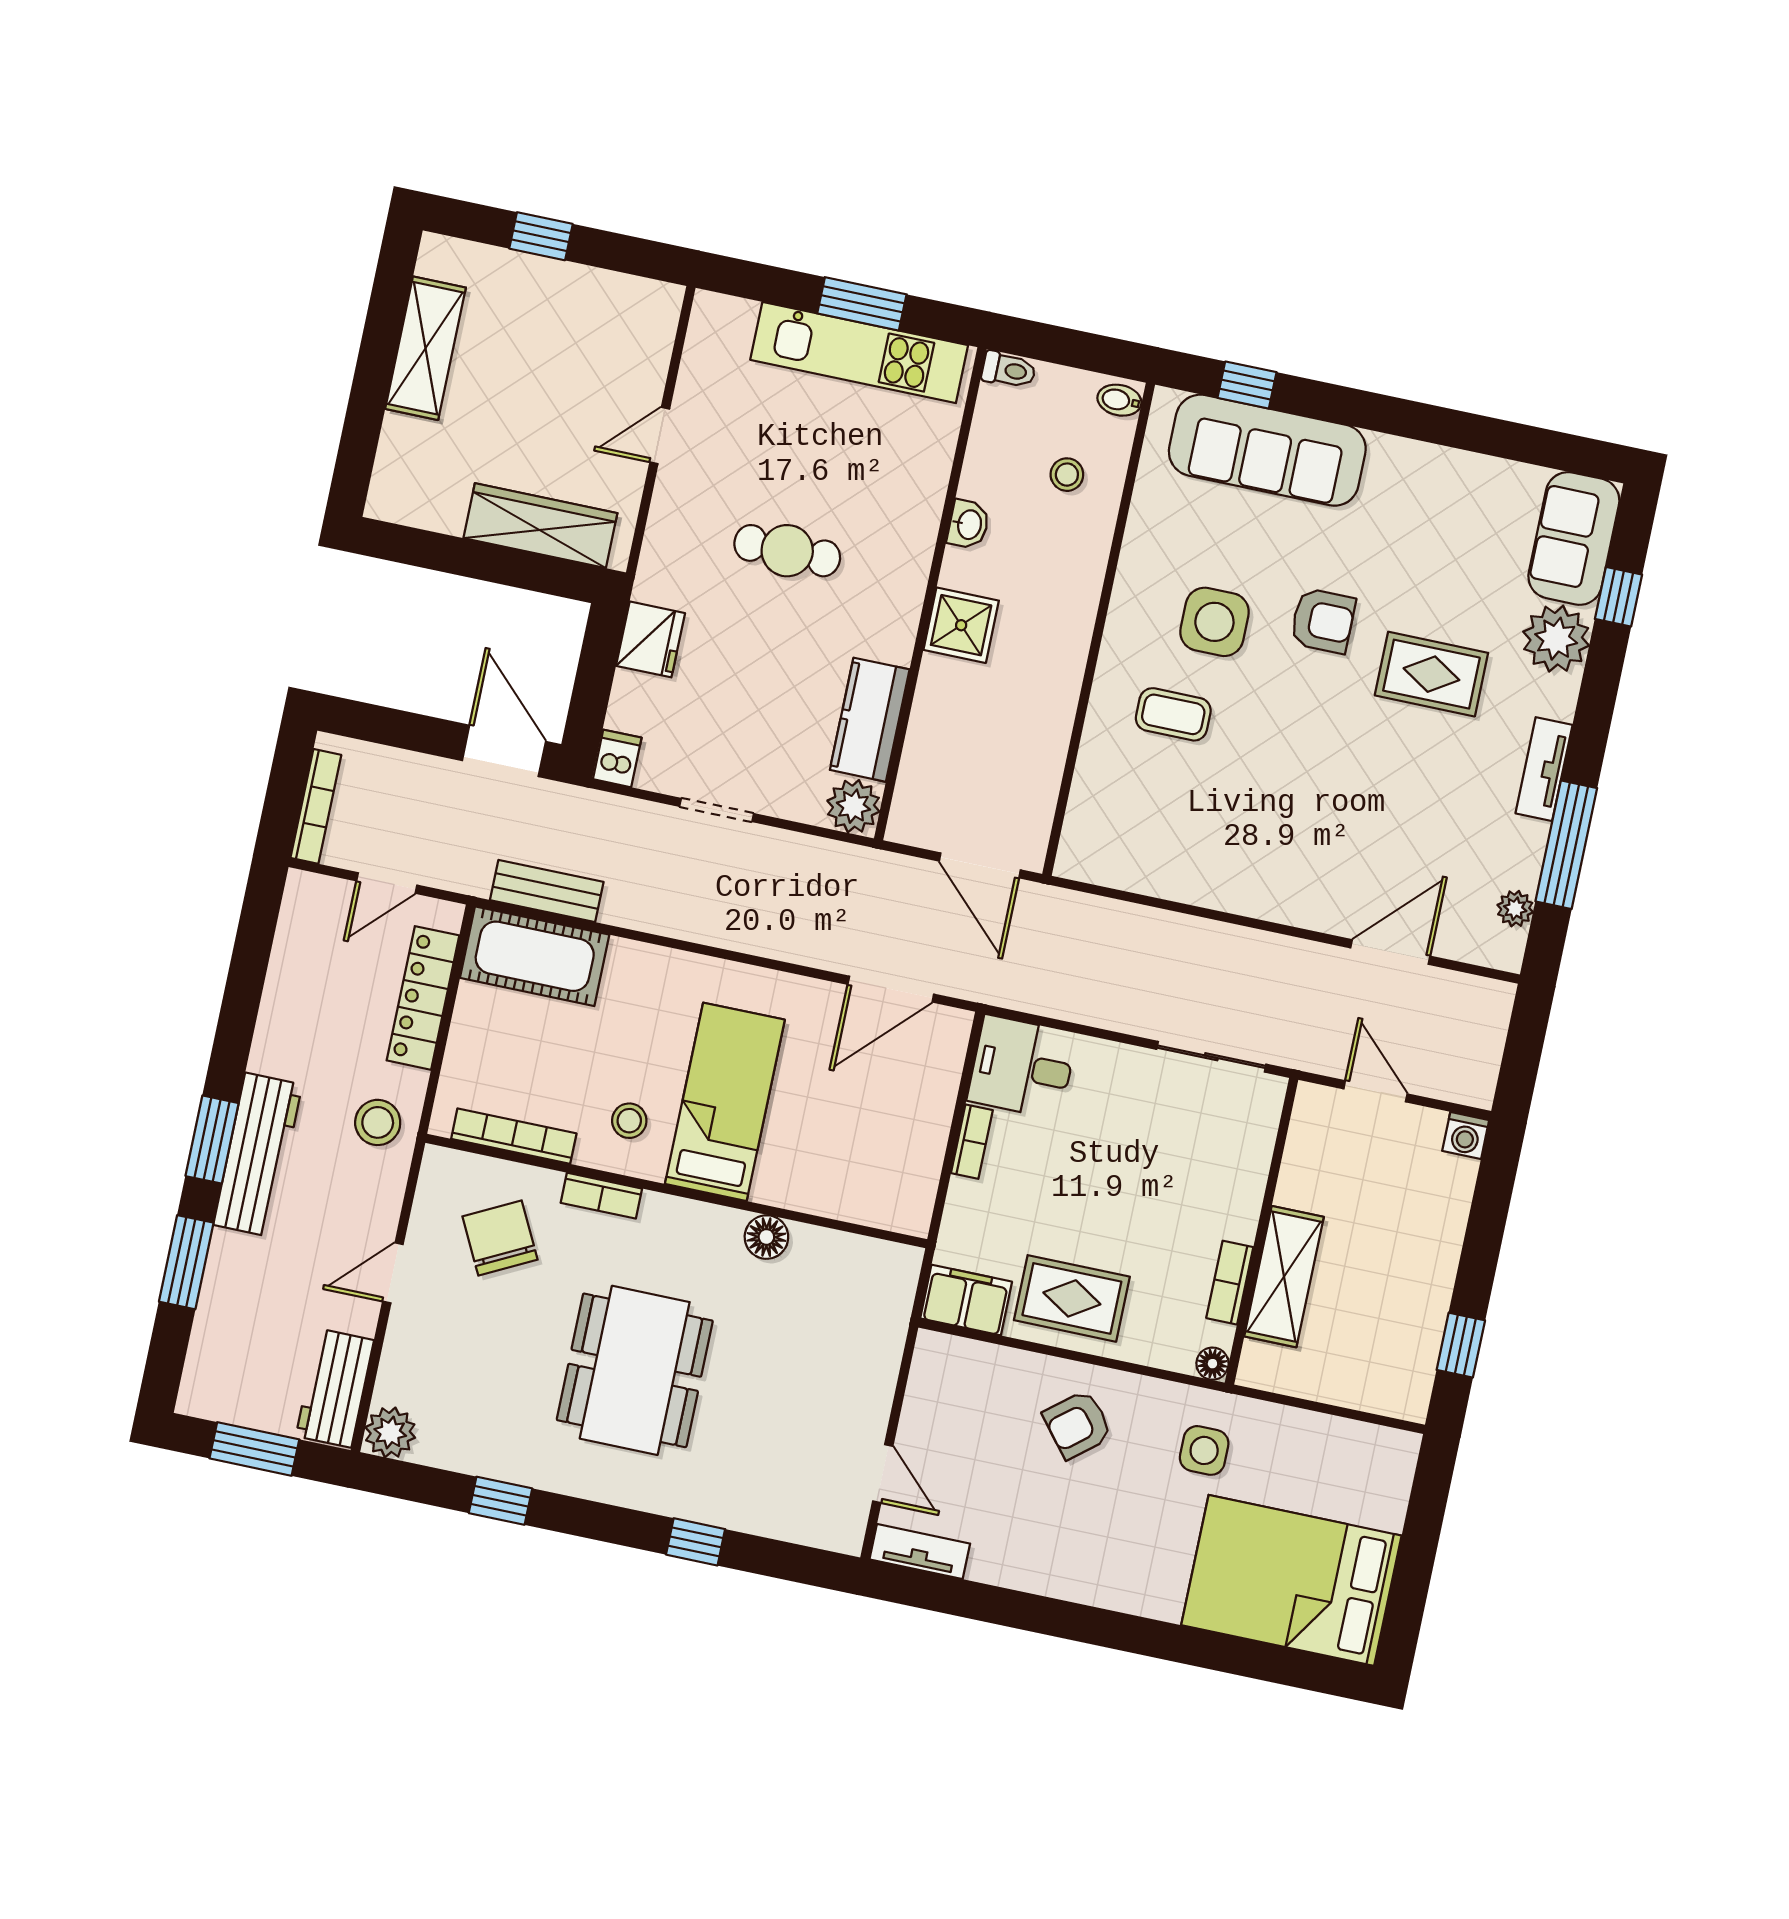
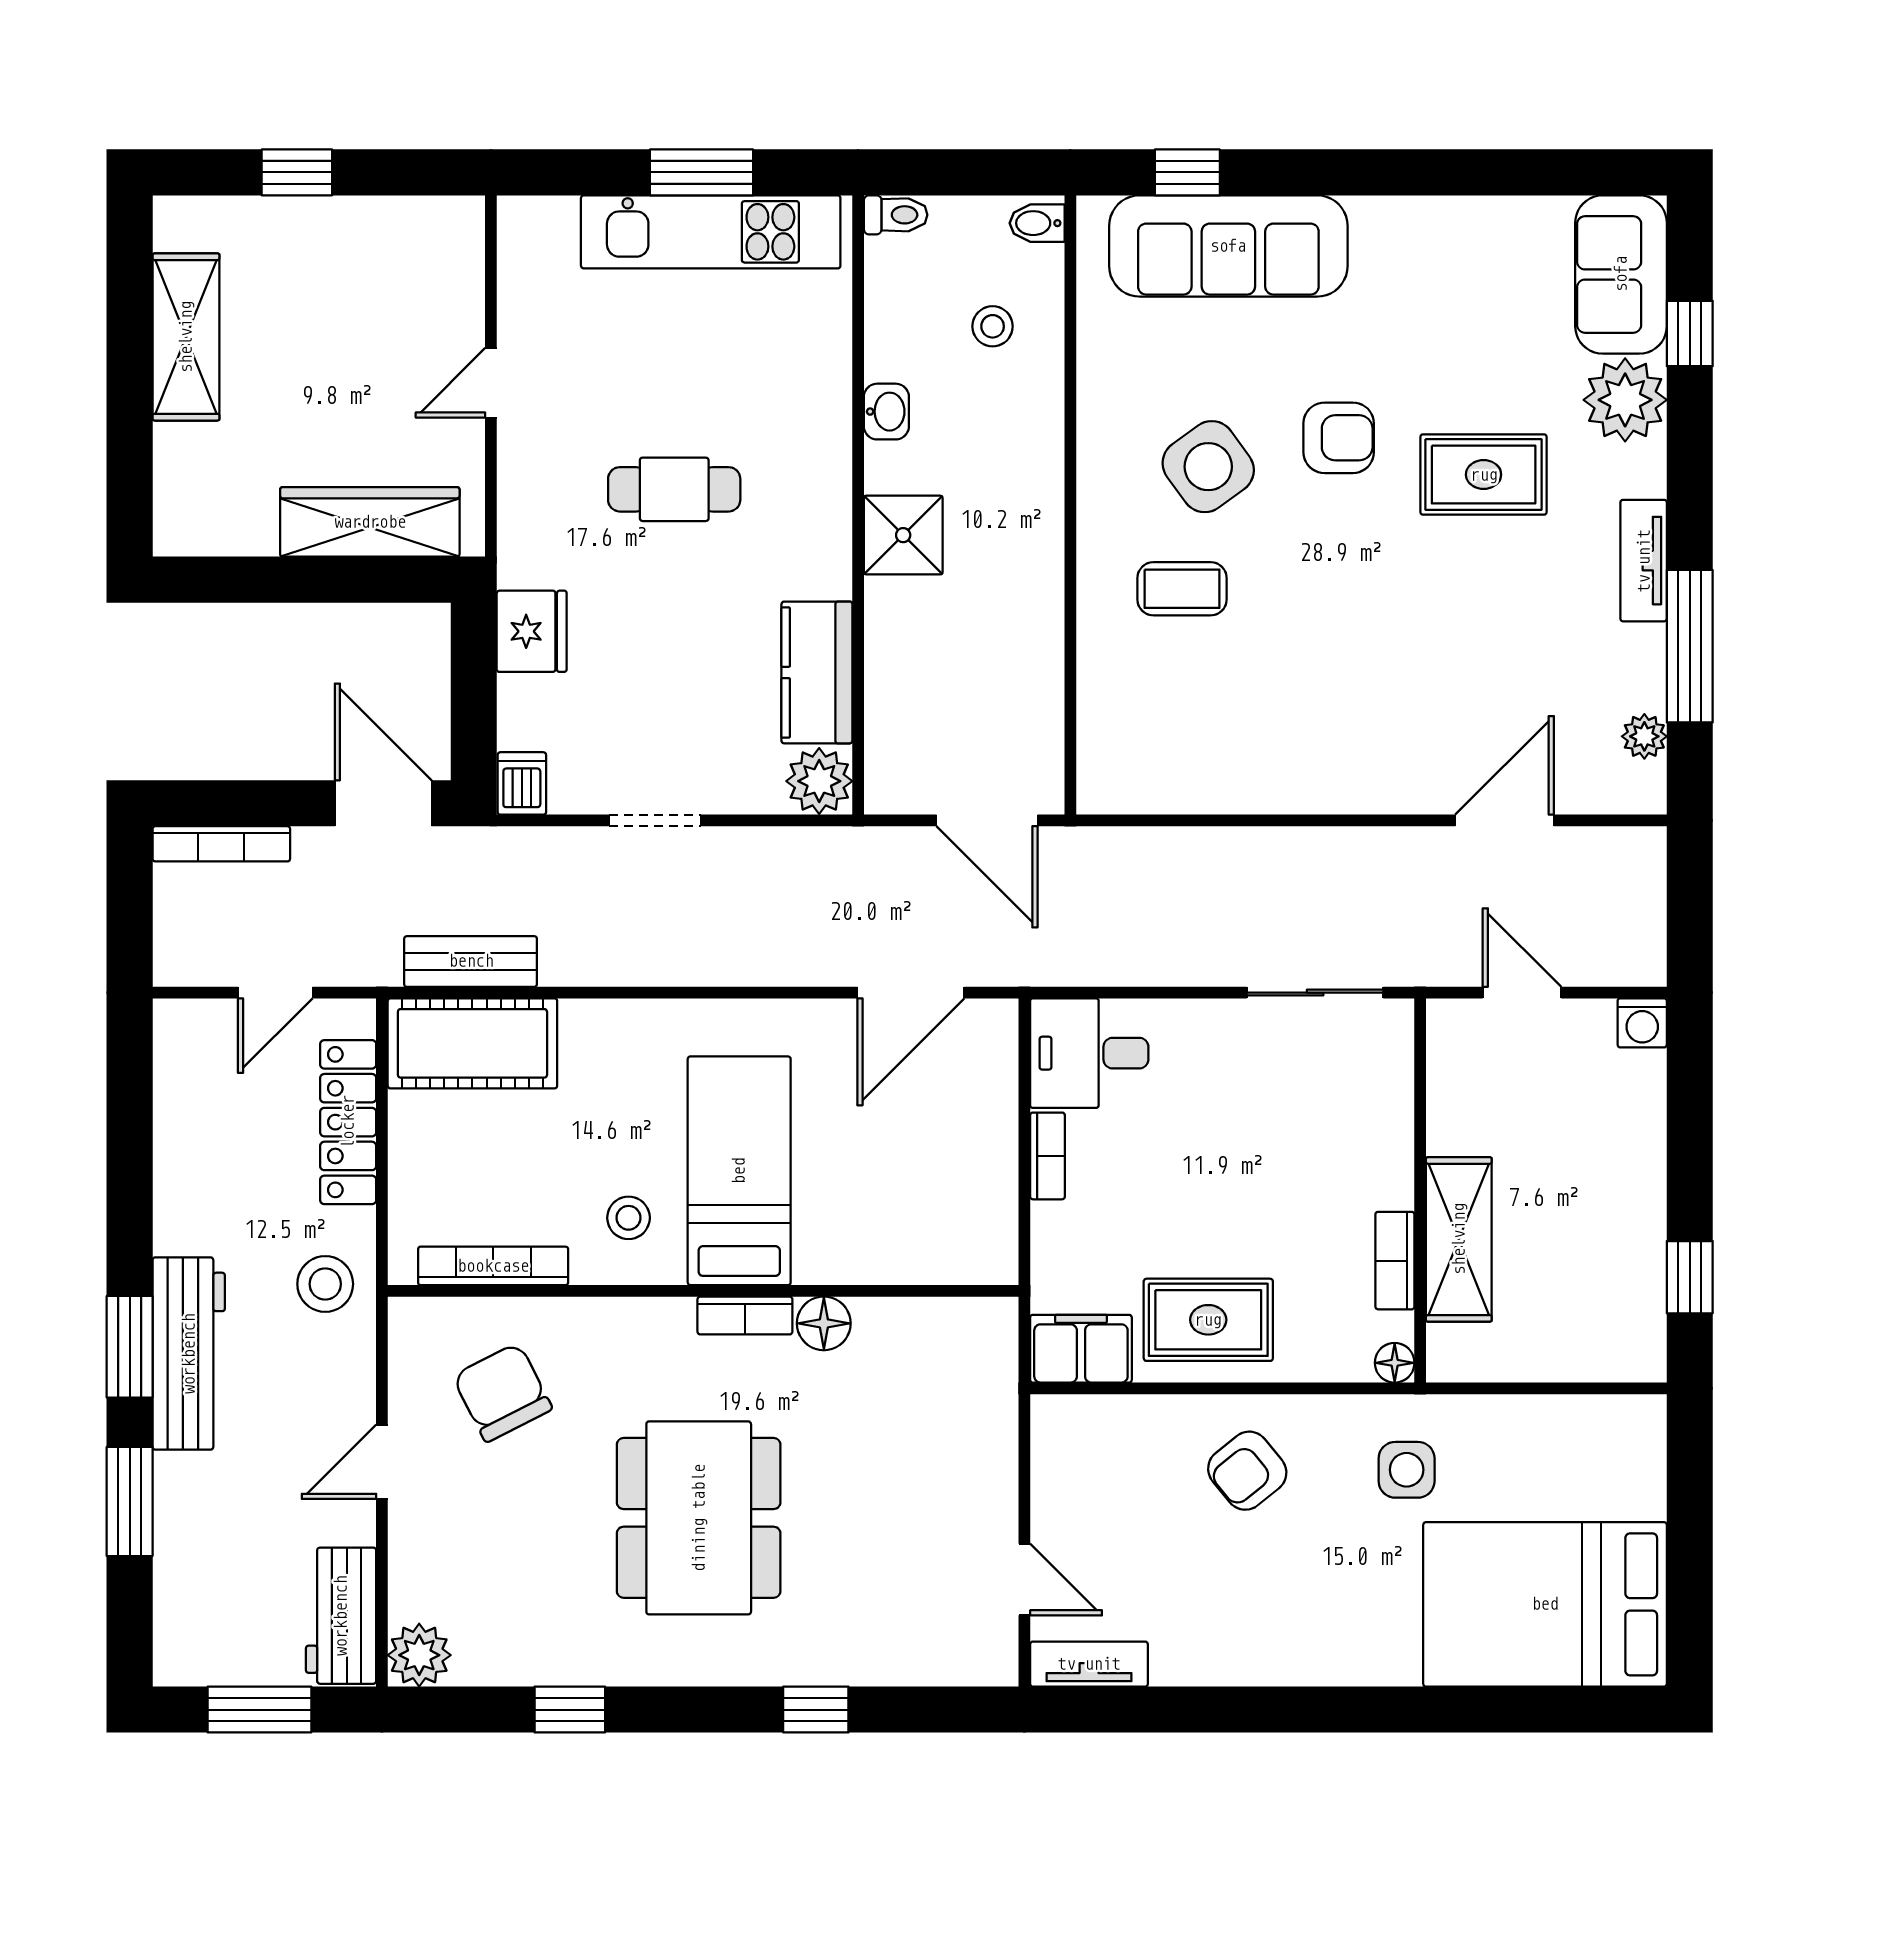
side table: (1214, 622) -> (1208, 467), turned -36
bookcase: (316, 806) -> (221, 844), moved, turned 90
bookcase: (601, 1196) -> (745, 1315), moved

